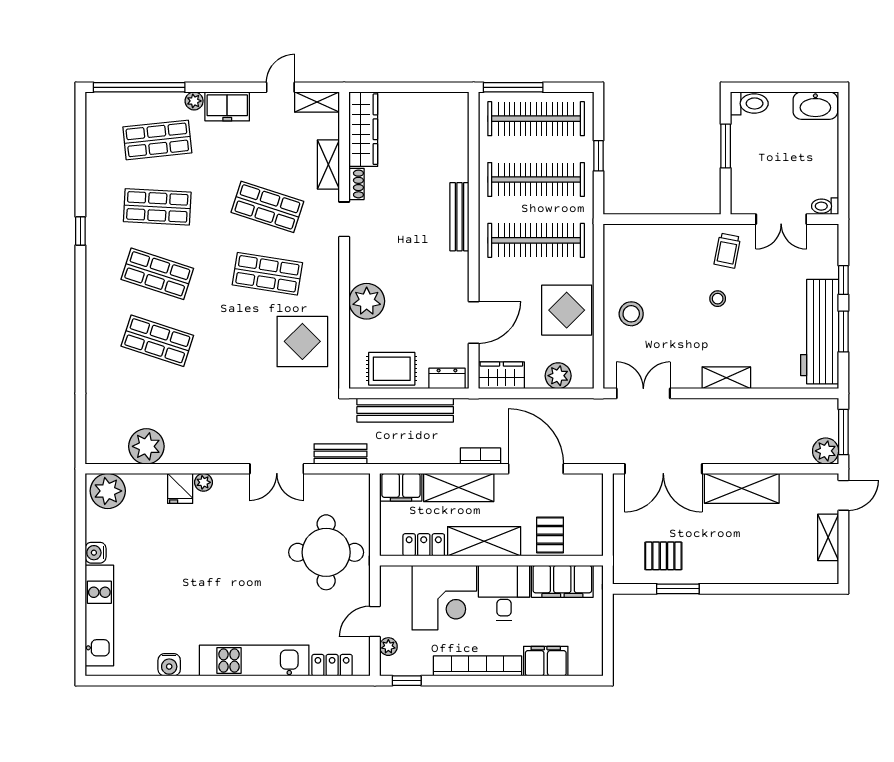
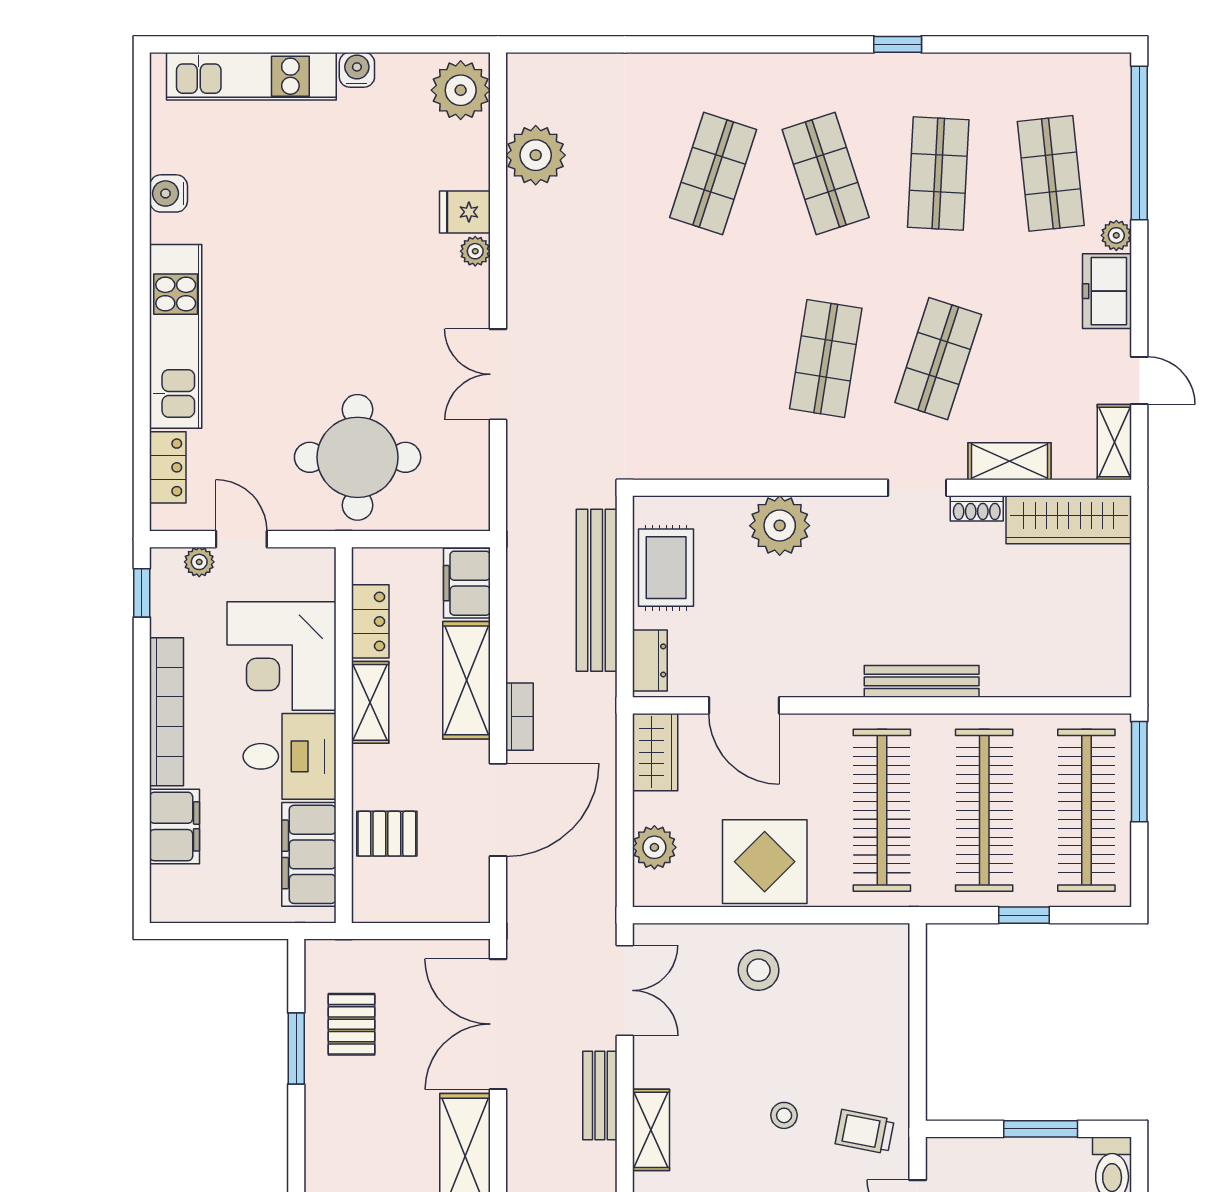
shop shelf: (157, 274) -> (826, 173), turned -36
display table: (302, 341) -> (712, 417), removed
bench: (340, 454) -> (600, 1095), moved
shelving: (484, 541) -> (370, 702), width x0.67, depth x0.75

